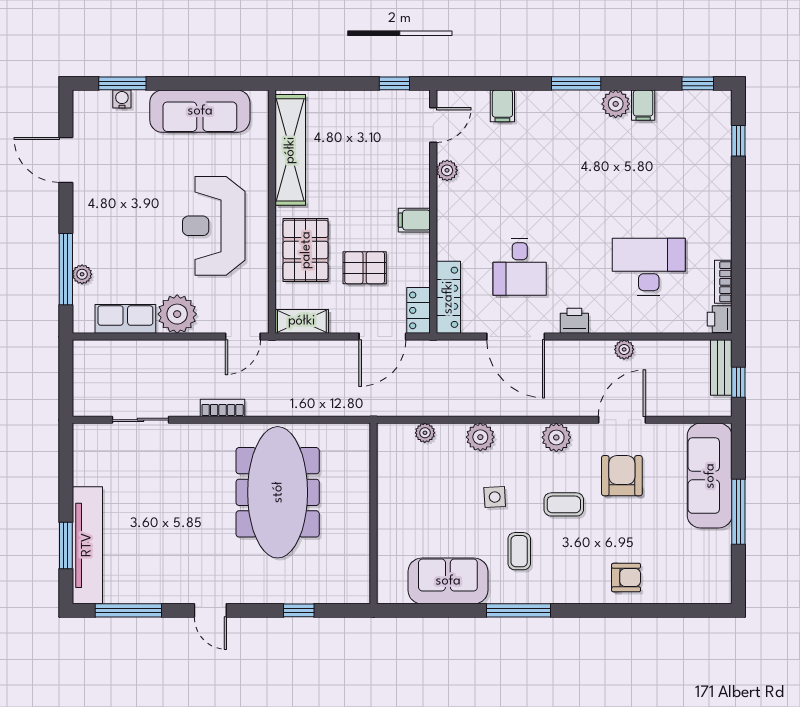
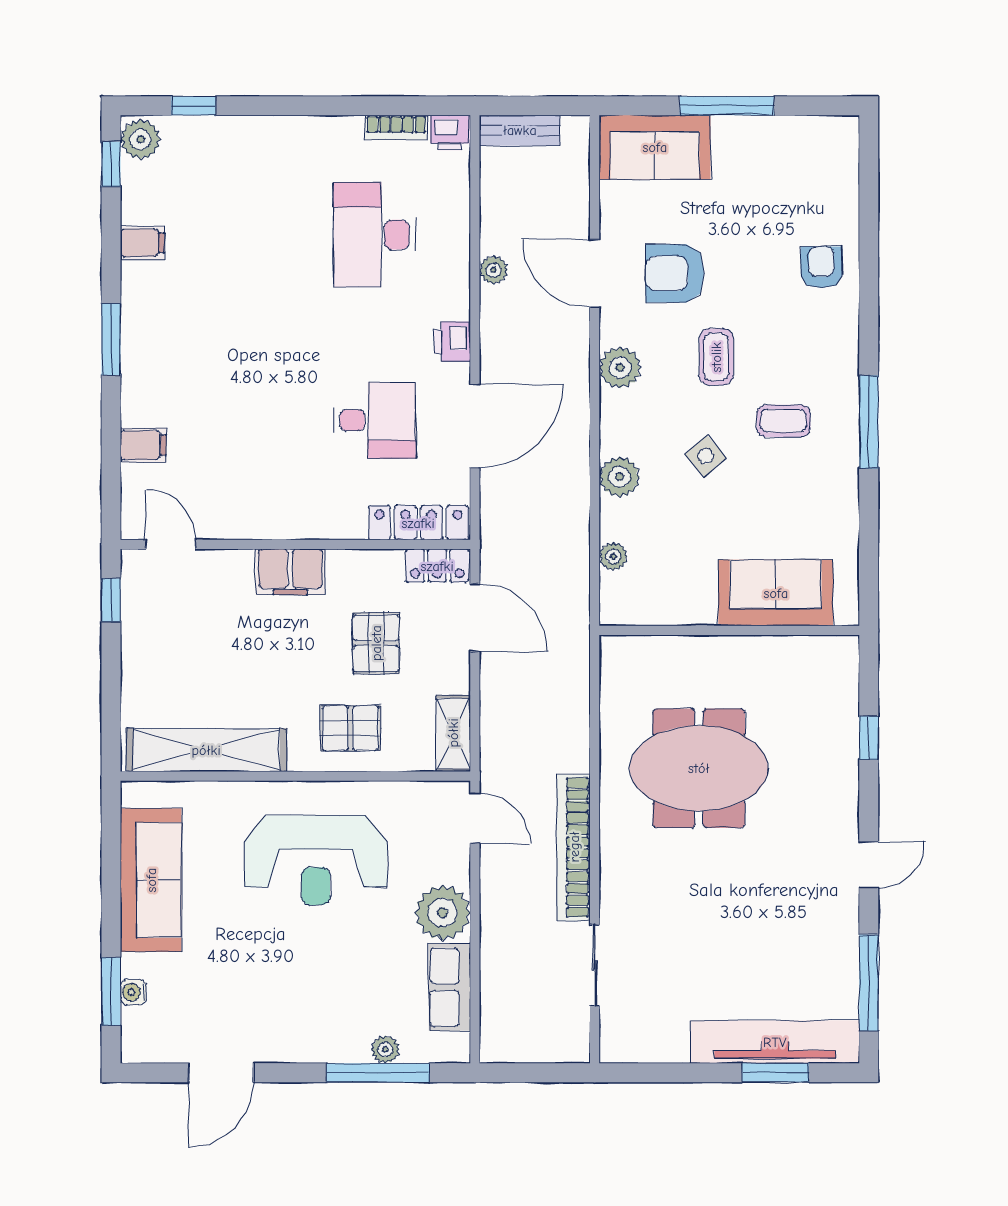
plant: (616, 104) -> (140, 139), moved
plant: (447, 170) -> (236, 525), removed
filing cabinet: (414, 220) -> (290, 572), width x2.00
pallet: (306, 250) -> (350, 728), width x0.67, depth x0.71
window: (738, 382) -> (541, 106), removed
bookcase: (223, 408) -> (574, 847), width x2.31, depth x1.31
sofa: (710, 476) -> (655, 147), width x0.73
meeting table: (278, 492) -> (699, 768), width x0.73
side table: (495, 497) -> (706, 456), turned -37
sofa: (448, 581) -> (776, 593), moved, turned 90

